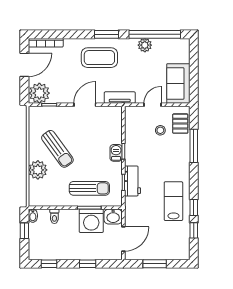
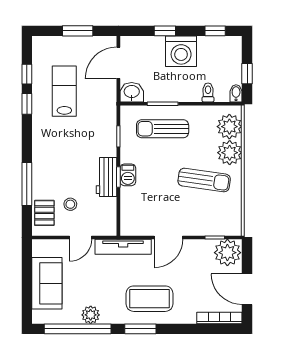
door: (24, 65) -> (247, 289), hinge flipped
sofa: (178, 83) -> (47, 283), moved
tv unit: (120, 98) -> (123, 247), width x1.41
sun lounger: (57, 149) -> (204, 180), turned 134
workbench: (133, 181) -> (106, 177), moved
plant: (38, 190) -> (229, 127), added
lab bench: (173, 201) -> (64, 91), moved, turned 180
washing machine: (91, 221) -> (181, 51), moved, turned 180

